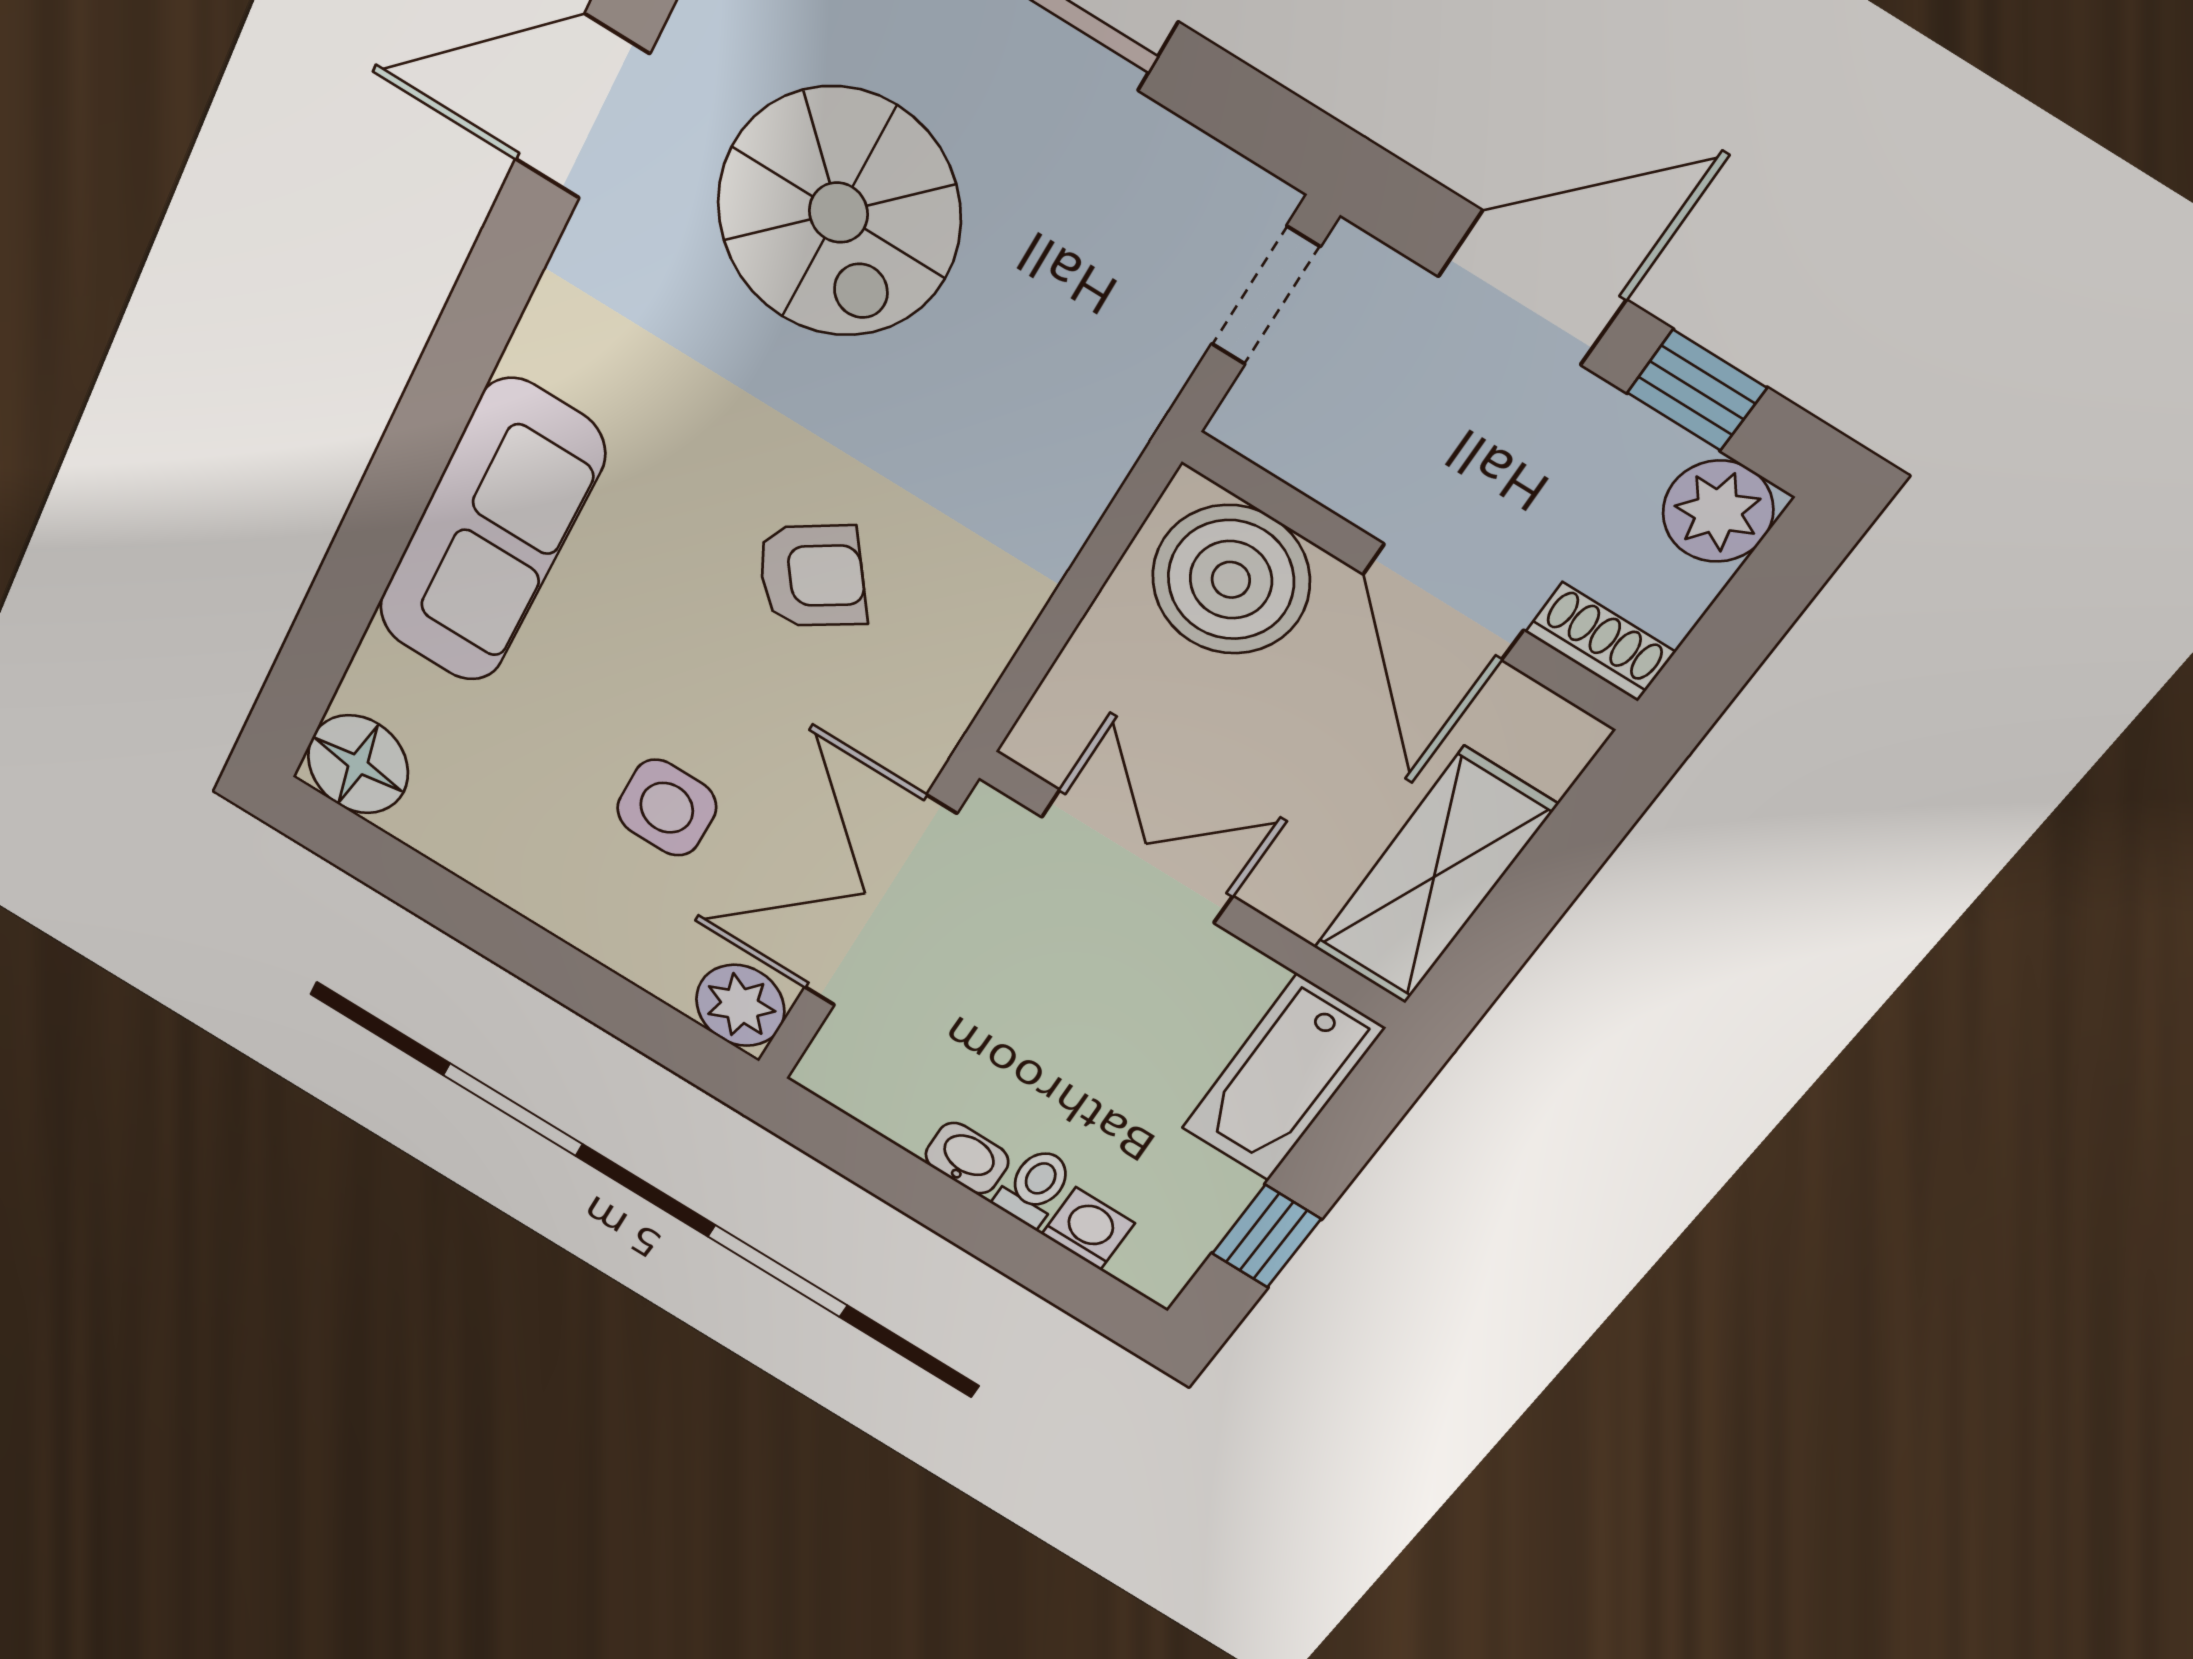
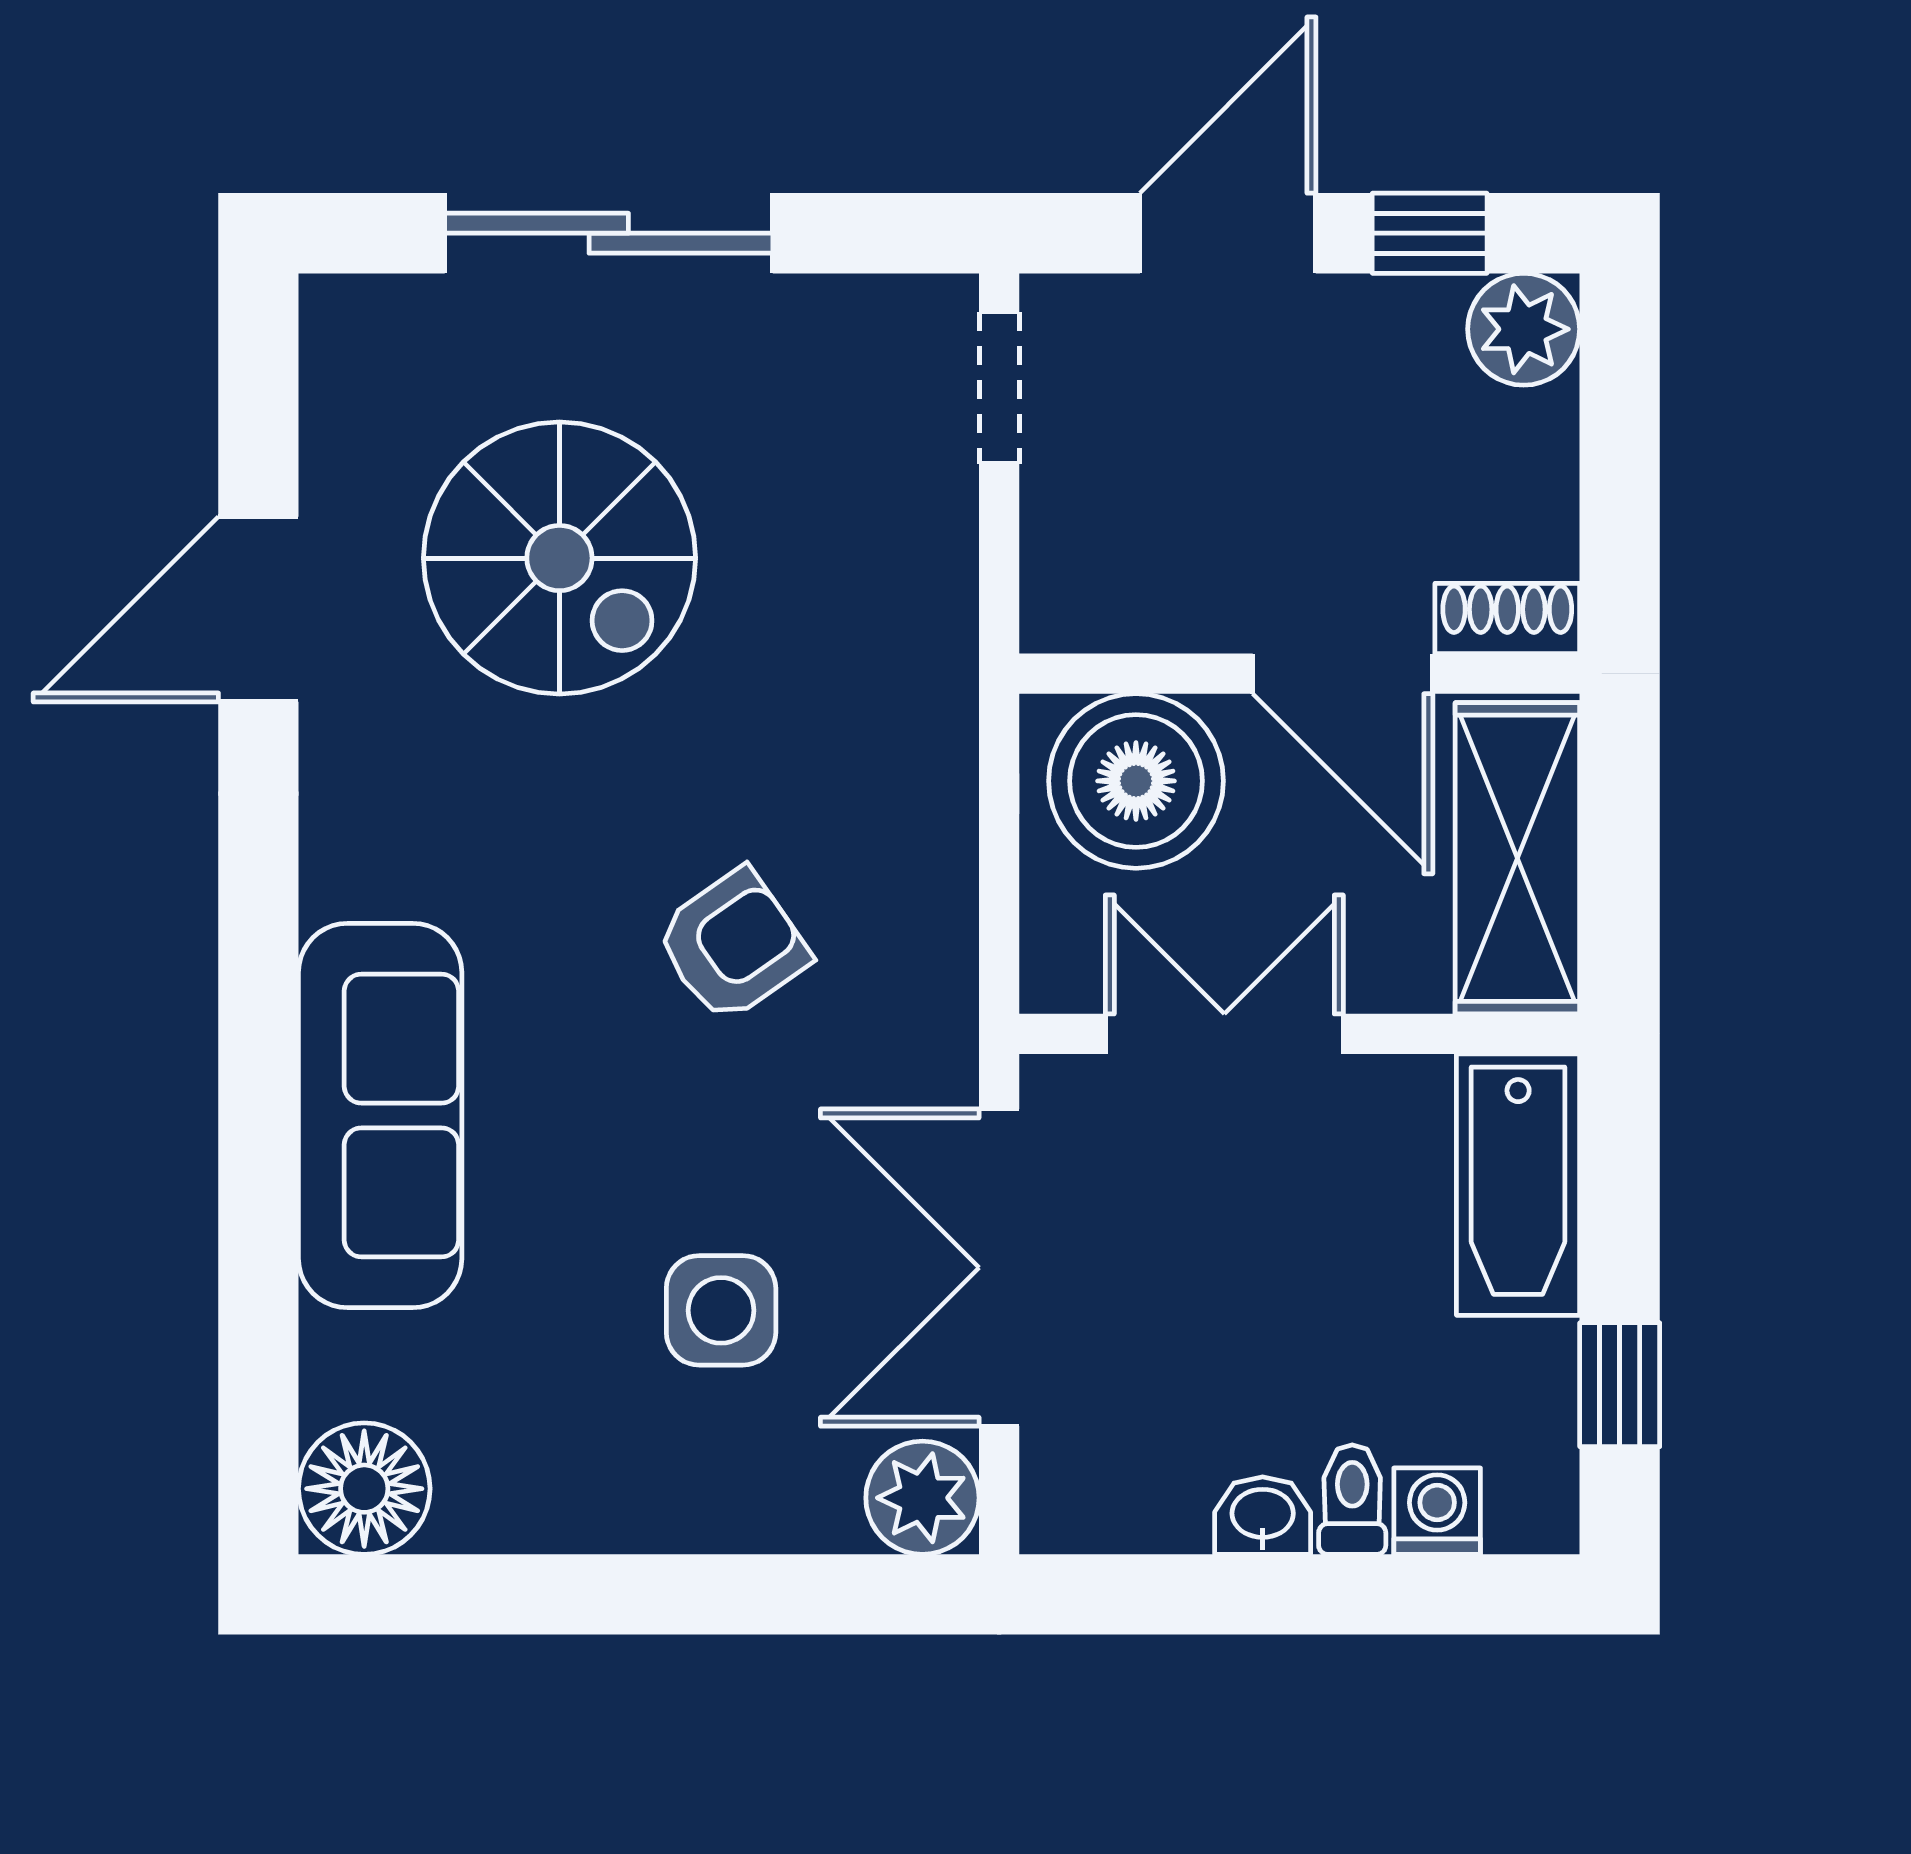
boiler: (1231, 580) -> (1136, 781), moved
wall: (1409, 581) -> (1299, 674), moved
door: (1443, 602) -> (1343, 674), moved
shoe rack: (1600, 642) -> (1507, 618), moved

